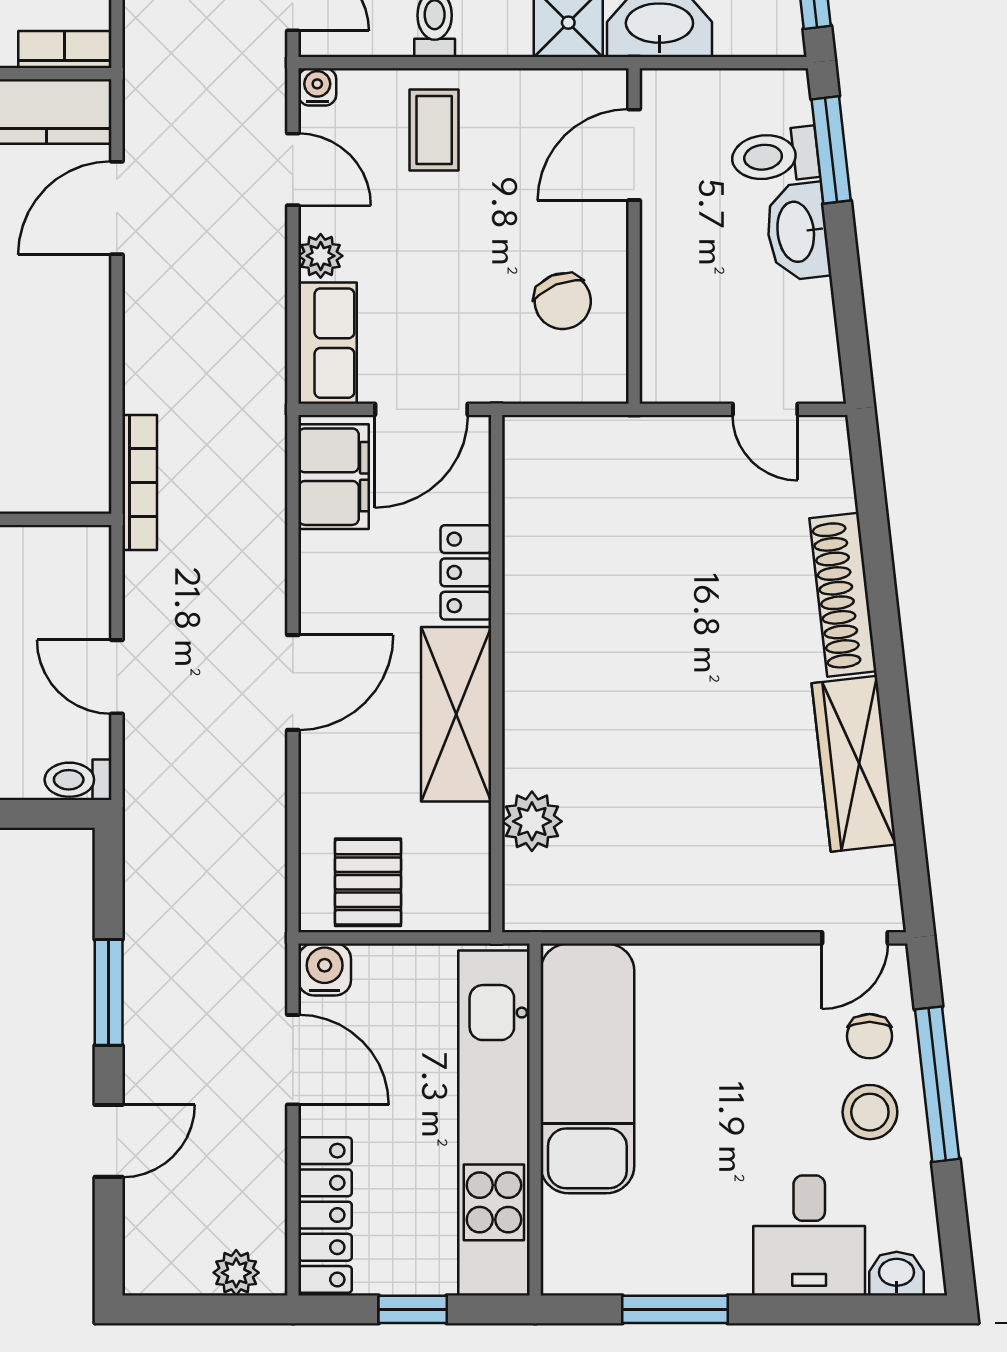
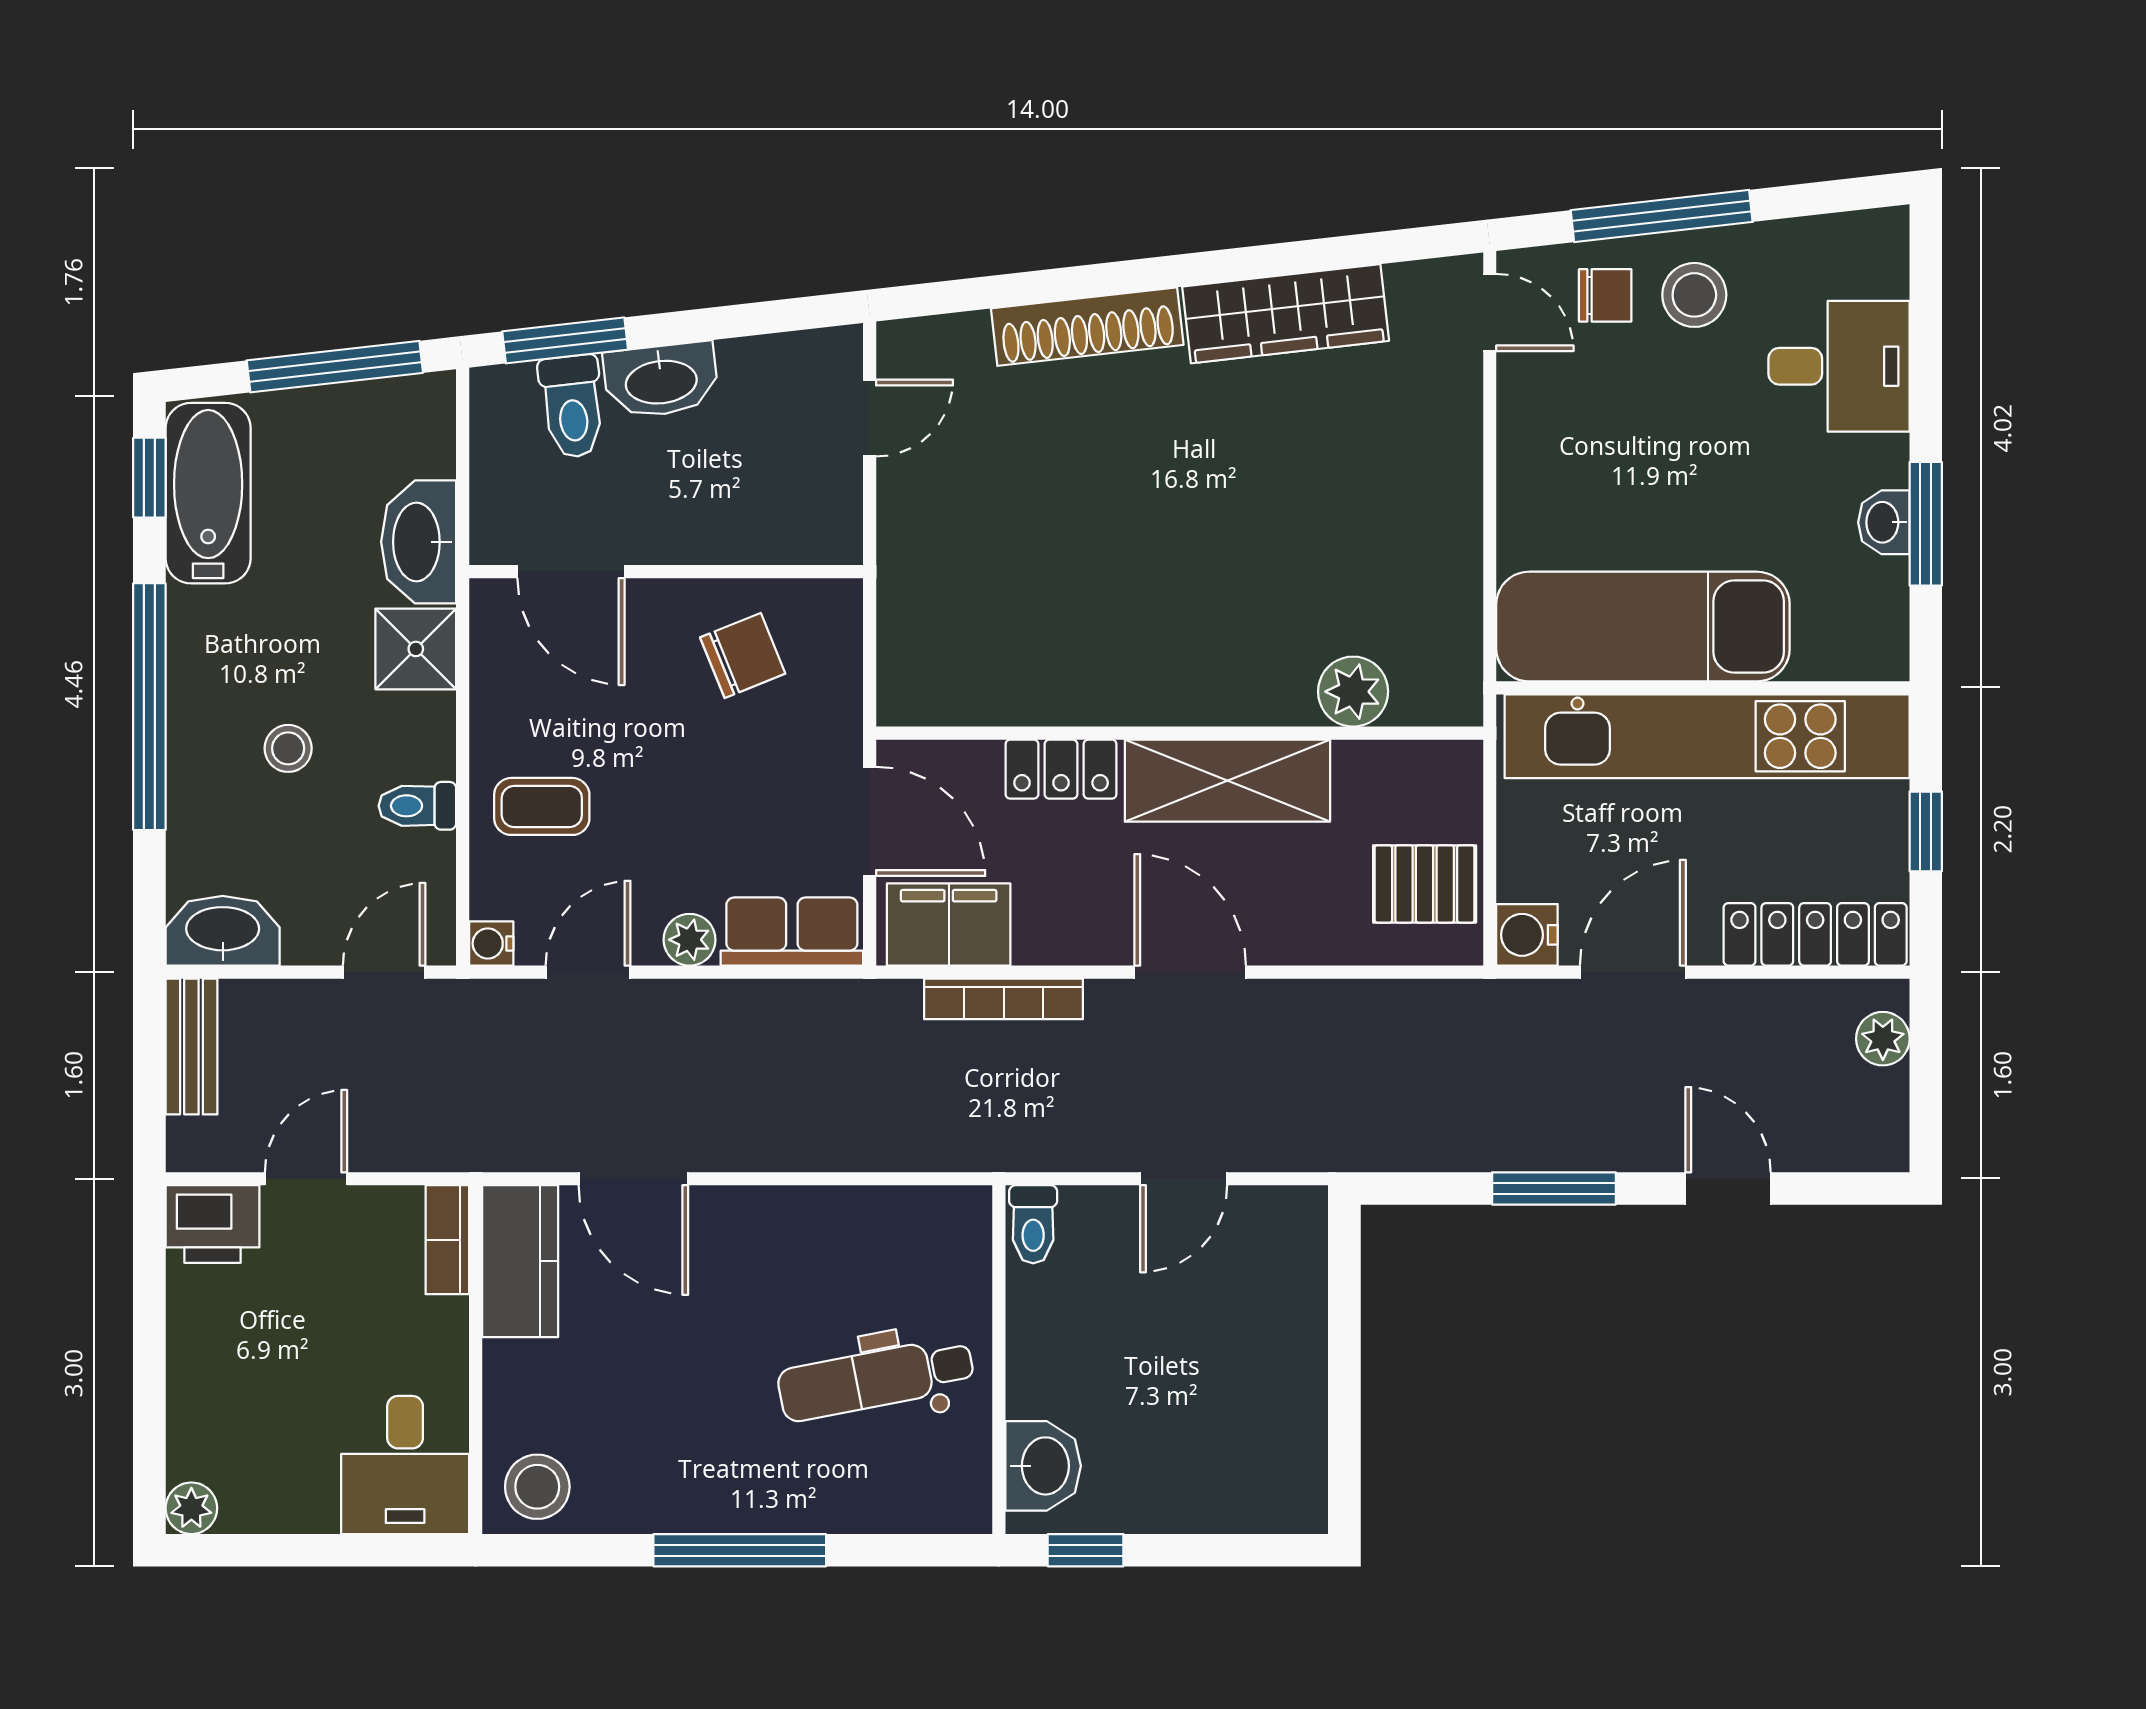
bookcase: (140, 483) -> (1004, 999), moved, turned 180
toilet: (78, 780) -> (1033, 1224), moved
washbasin: (897, 1274) -> (1884, 522), moved

